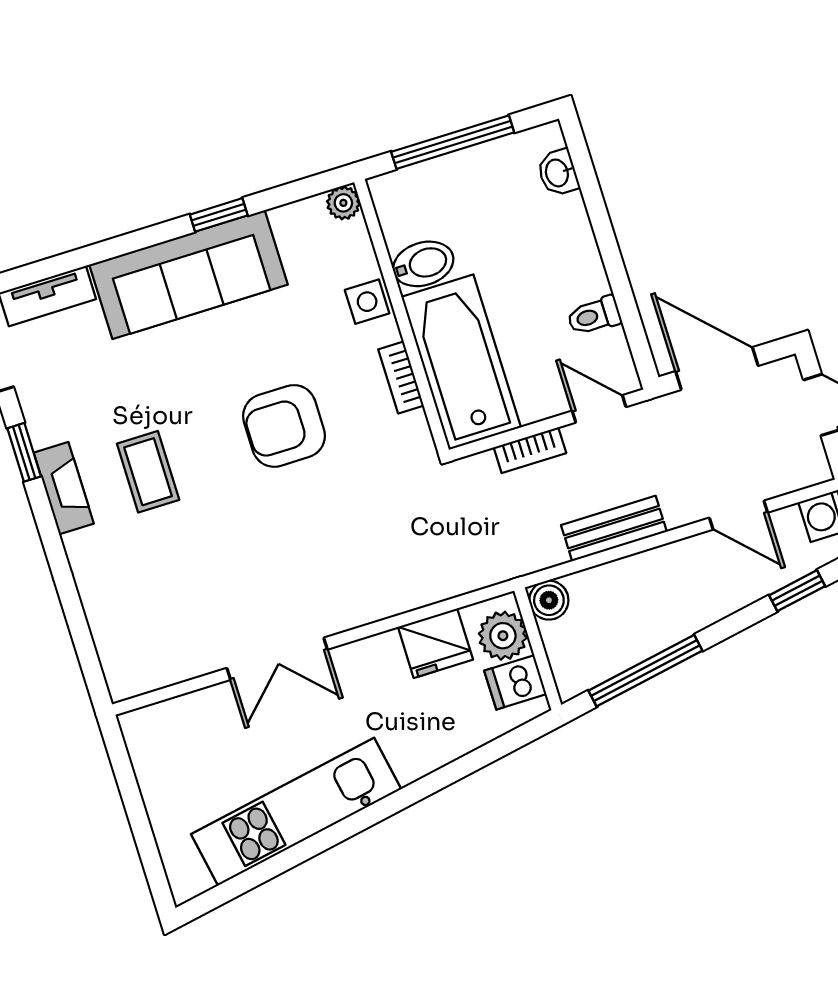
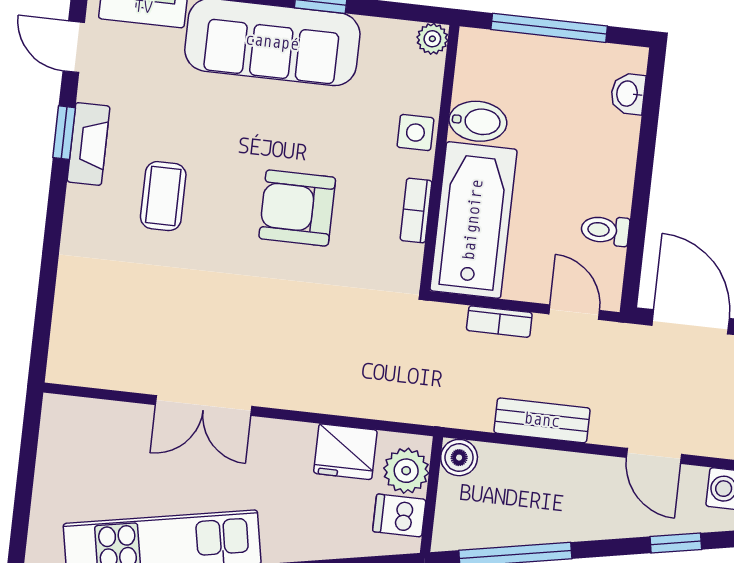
fireplace: (64, 488) -> (88, 144), moved

